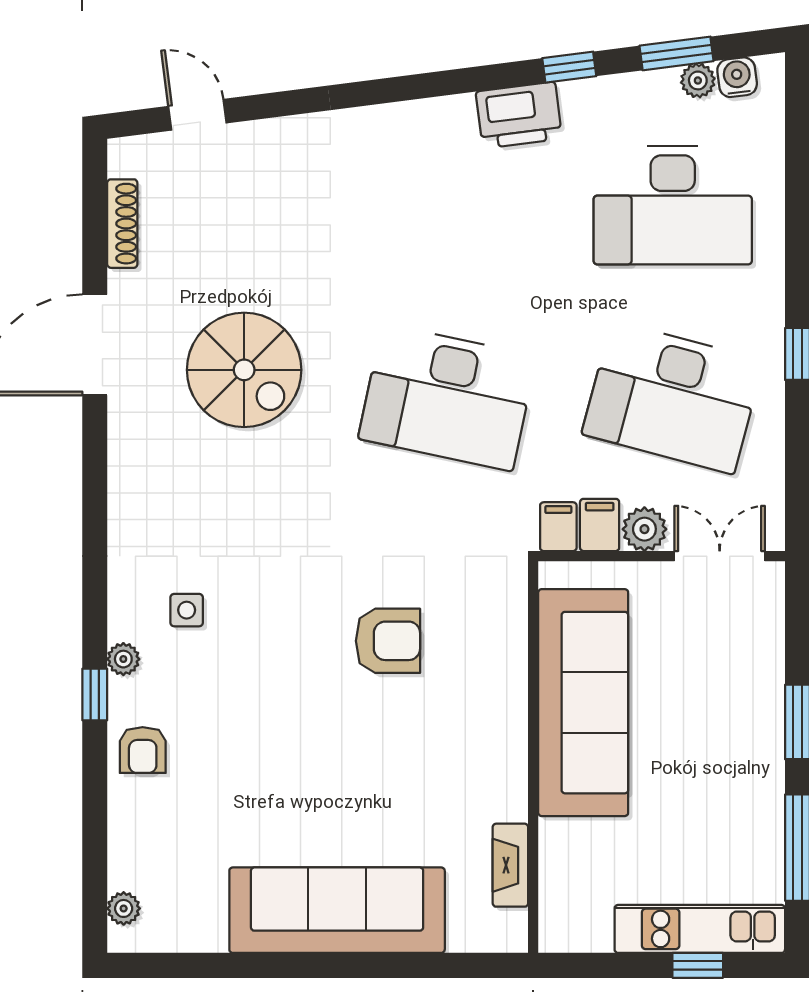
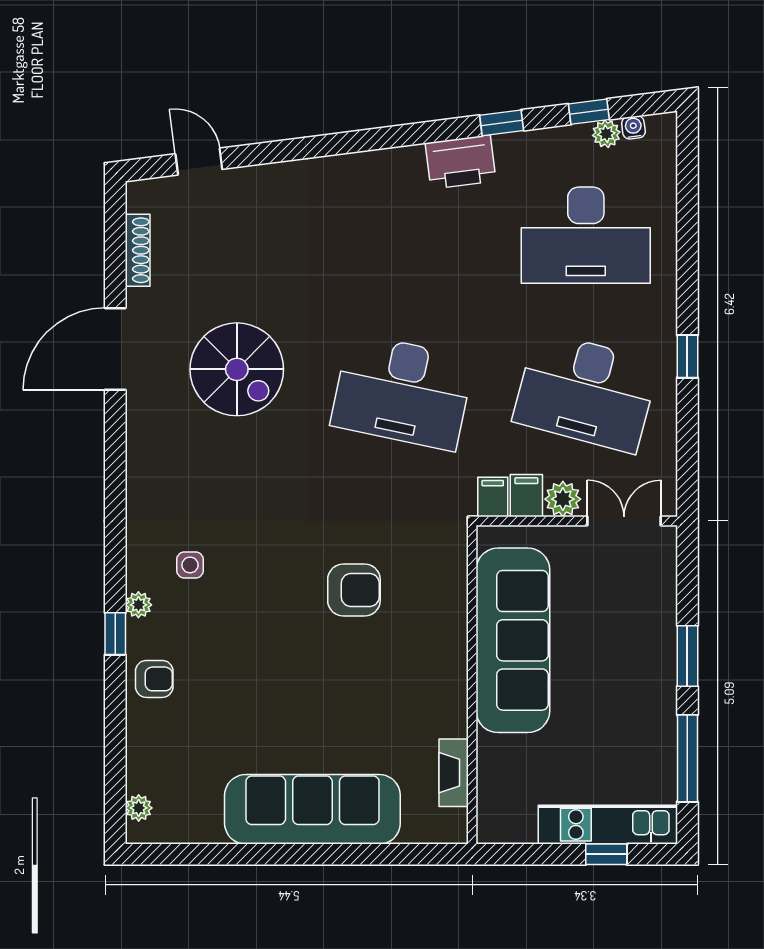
window: (676, 53) -> (589, 112), width x0.67
water cooler: (737, 77) -> (633, 127), width x0.72, depth x0.72
armchair: (143, 750) -> (154, 679), turned -90

